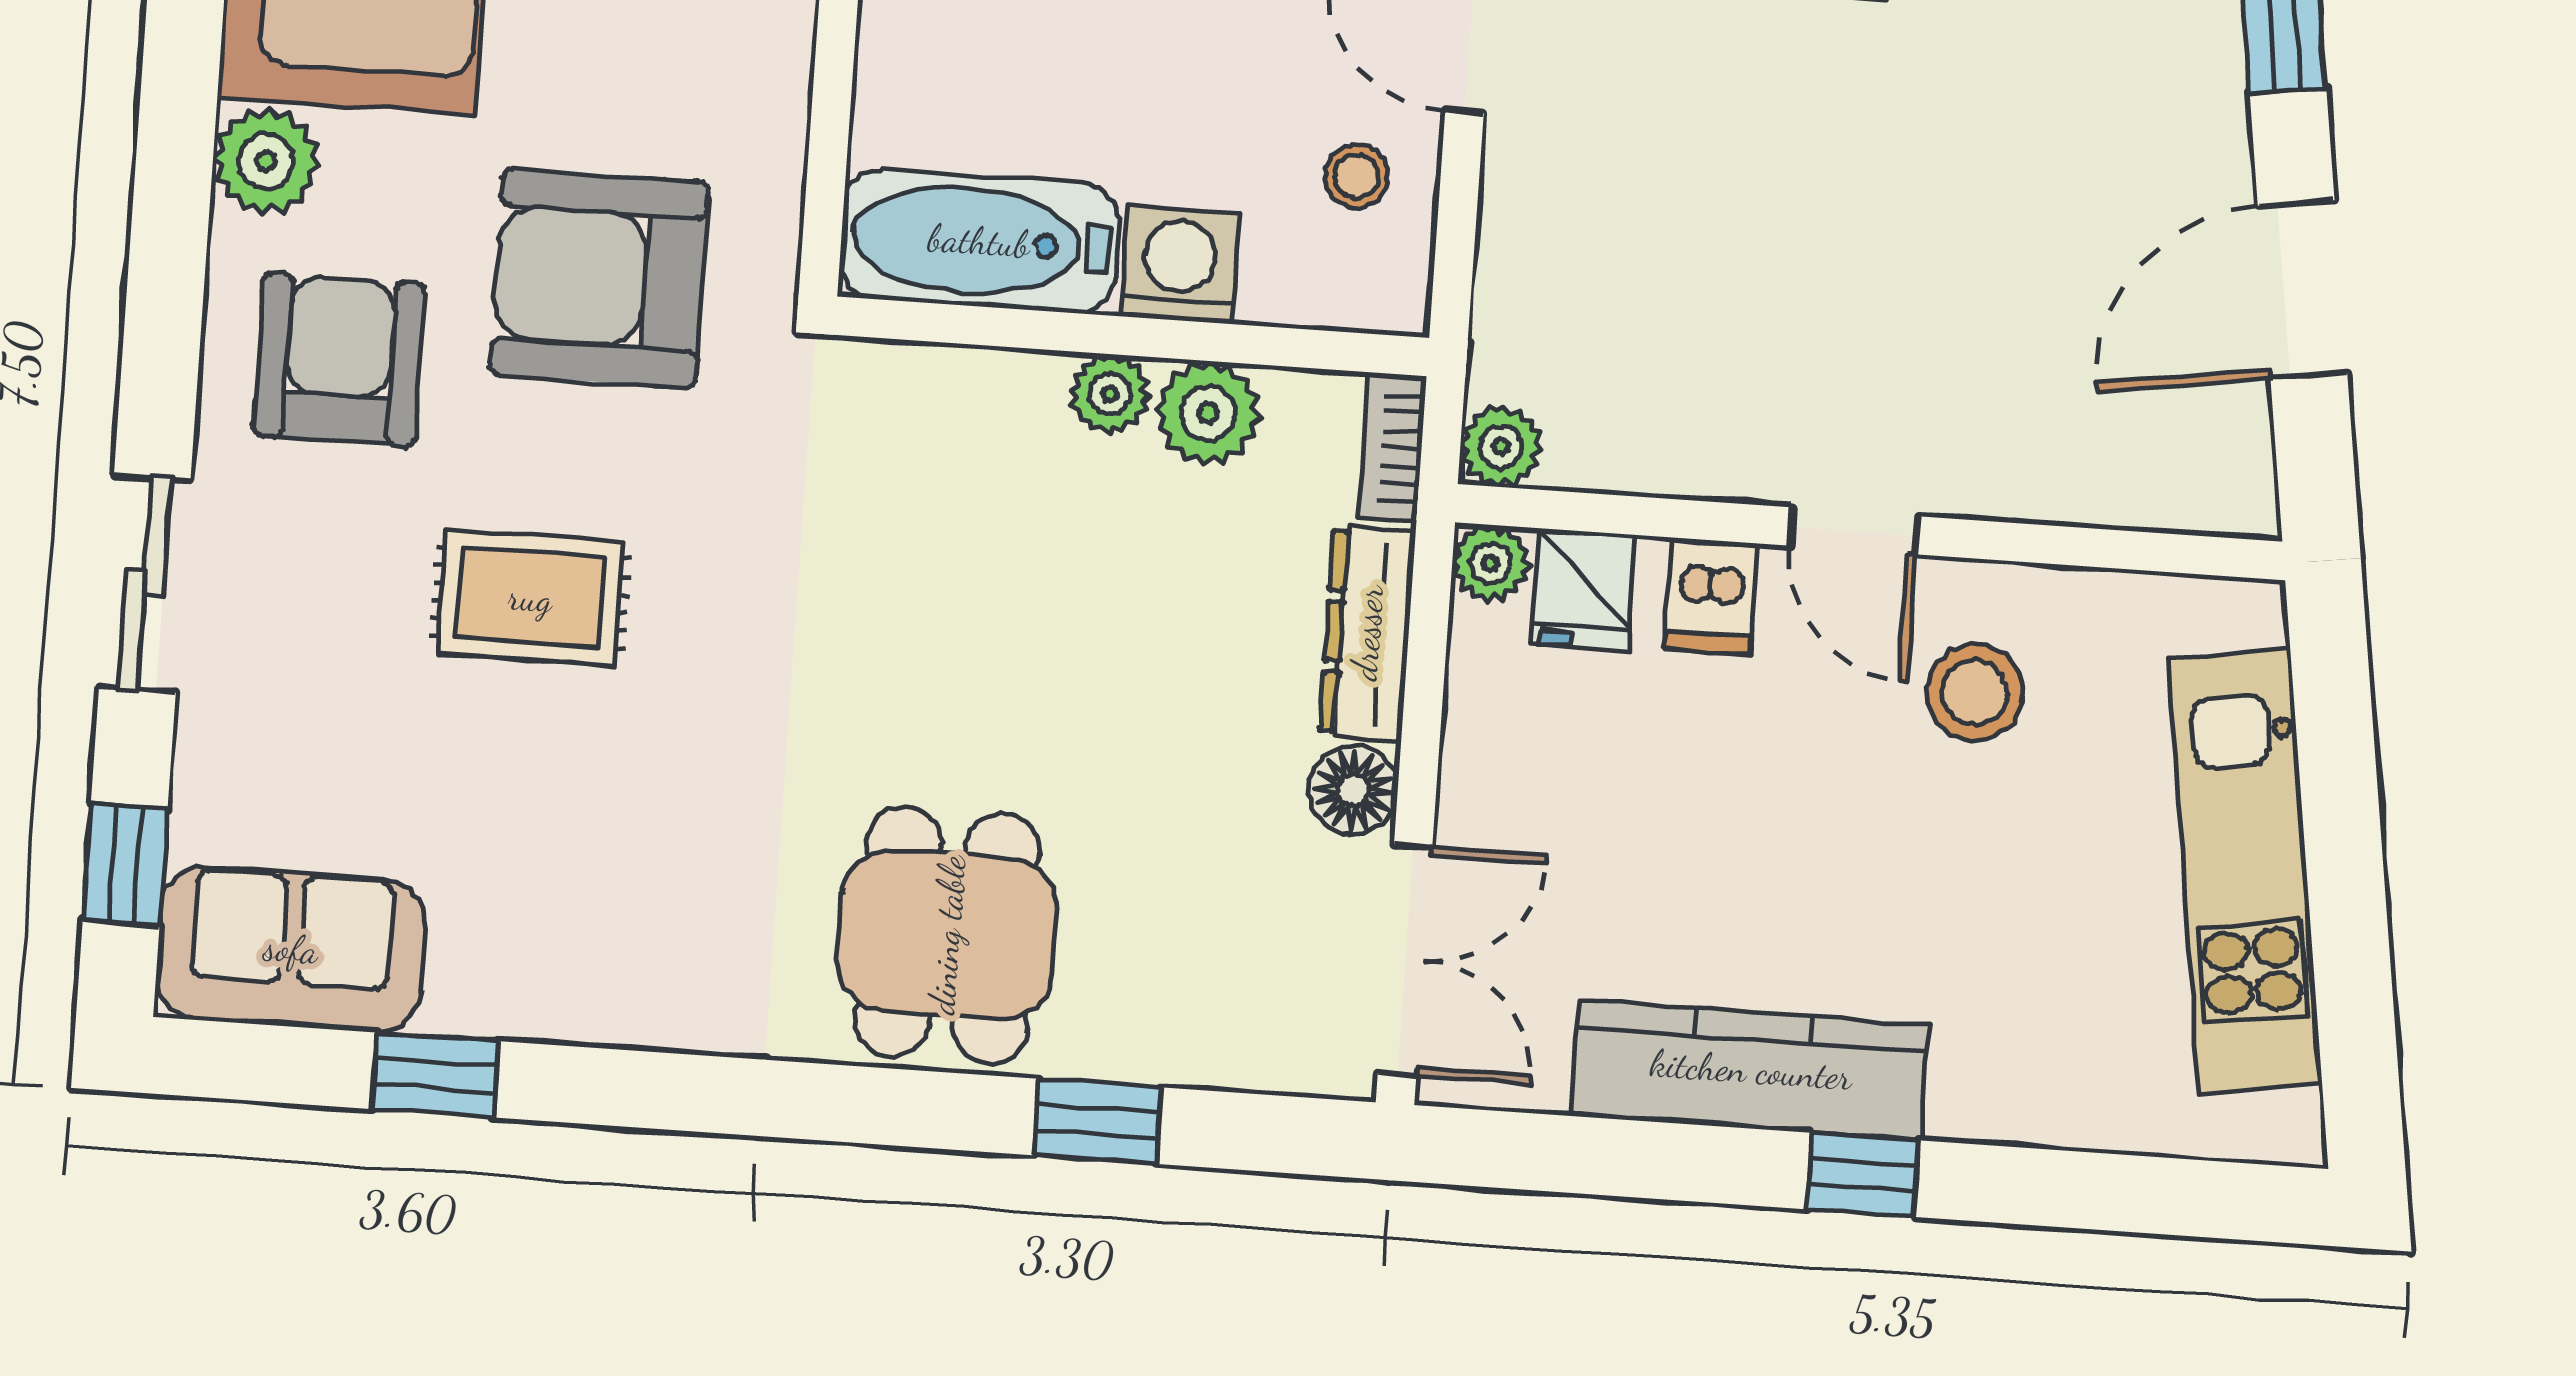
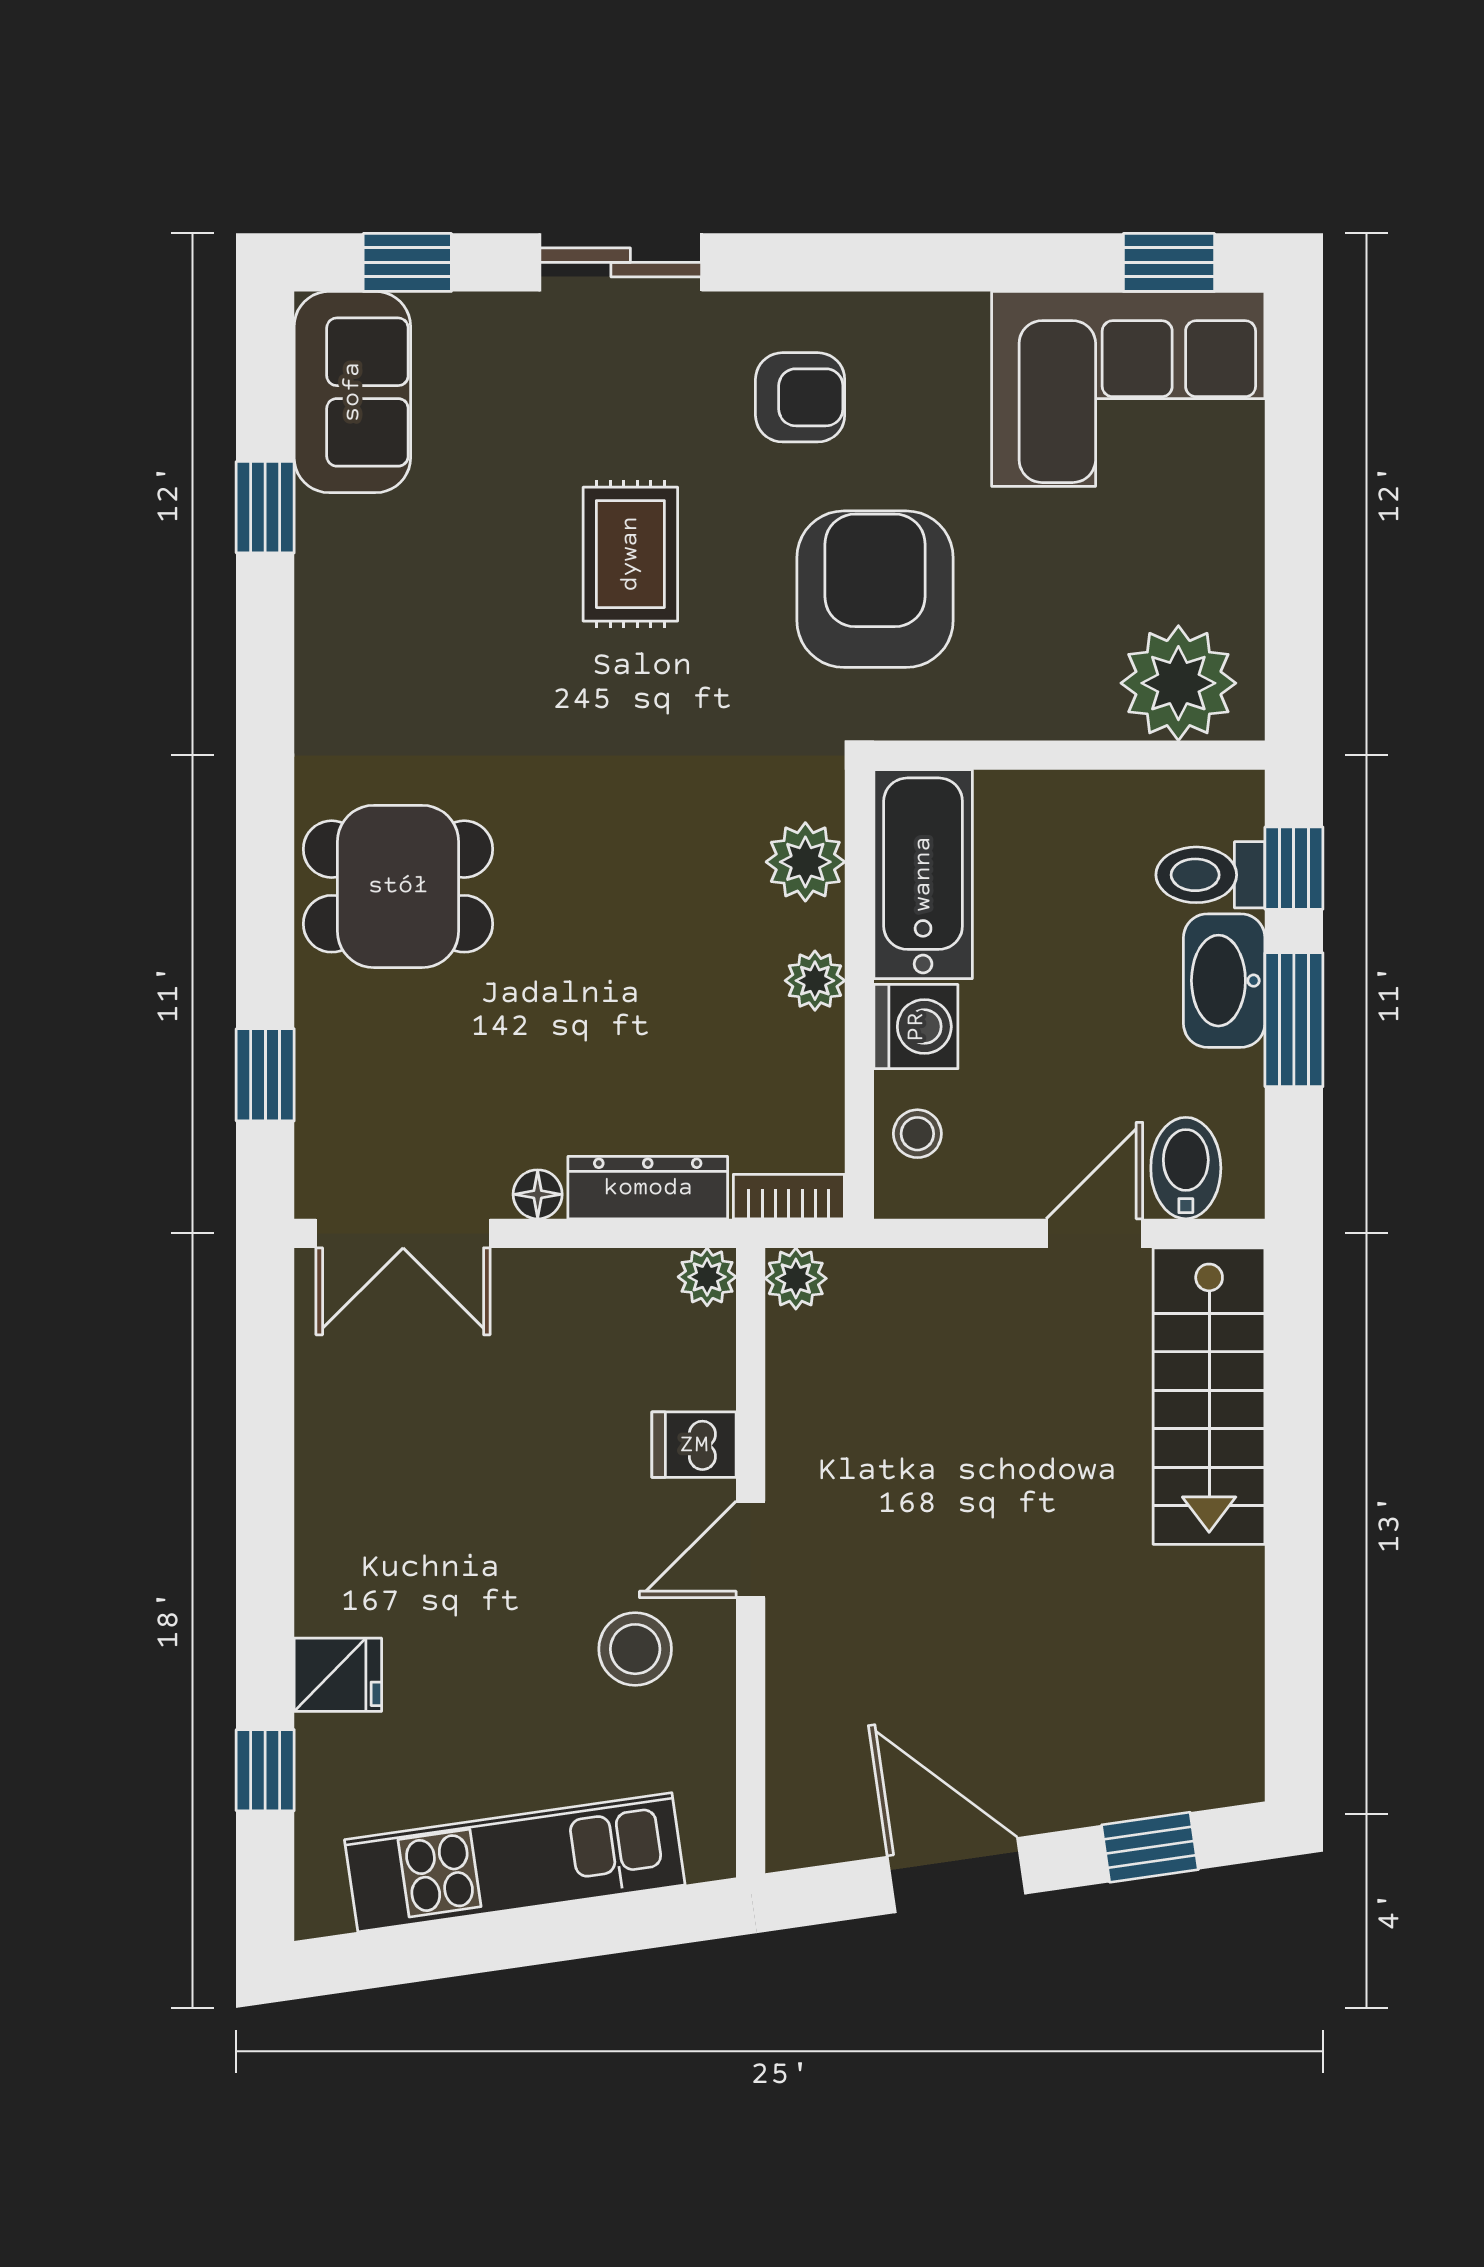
plant: (266, 161) -> (946, 332), removed
stool: (1357, 176) -> (917, 1134), moved
armchair: (339, 359) -> (800, 397), width x0.72, depth x0.72
plant: (1208, 413) -> (805, 862), moved
fridge: (1584, 589) -> (338, 1675), moved, turned 180
floor lamp: (1353, 790) -> (538, 1194), width x0.73, depth x0.73
kitchen counter: (1751, 1070) -> (338, 1500), removed
window: (1098, 1121) -> (265, 1075), moved
window: (1863, 1175) -> (265, 1770), moved

